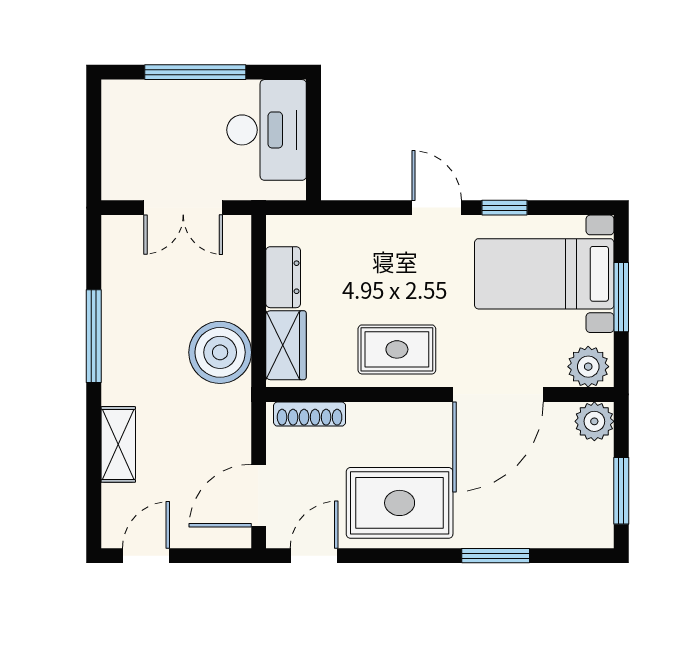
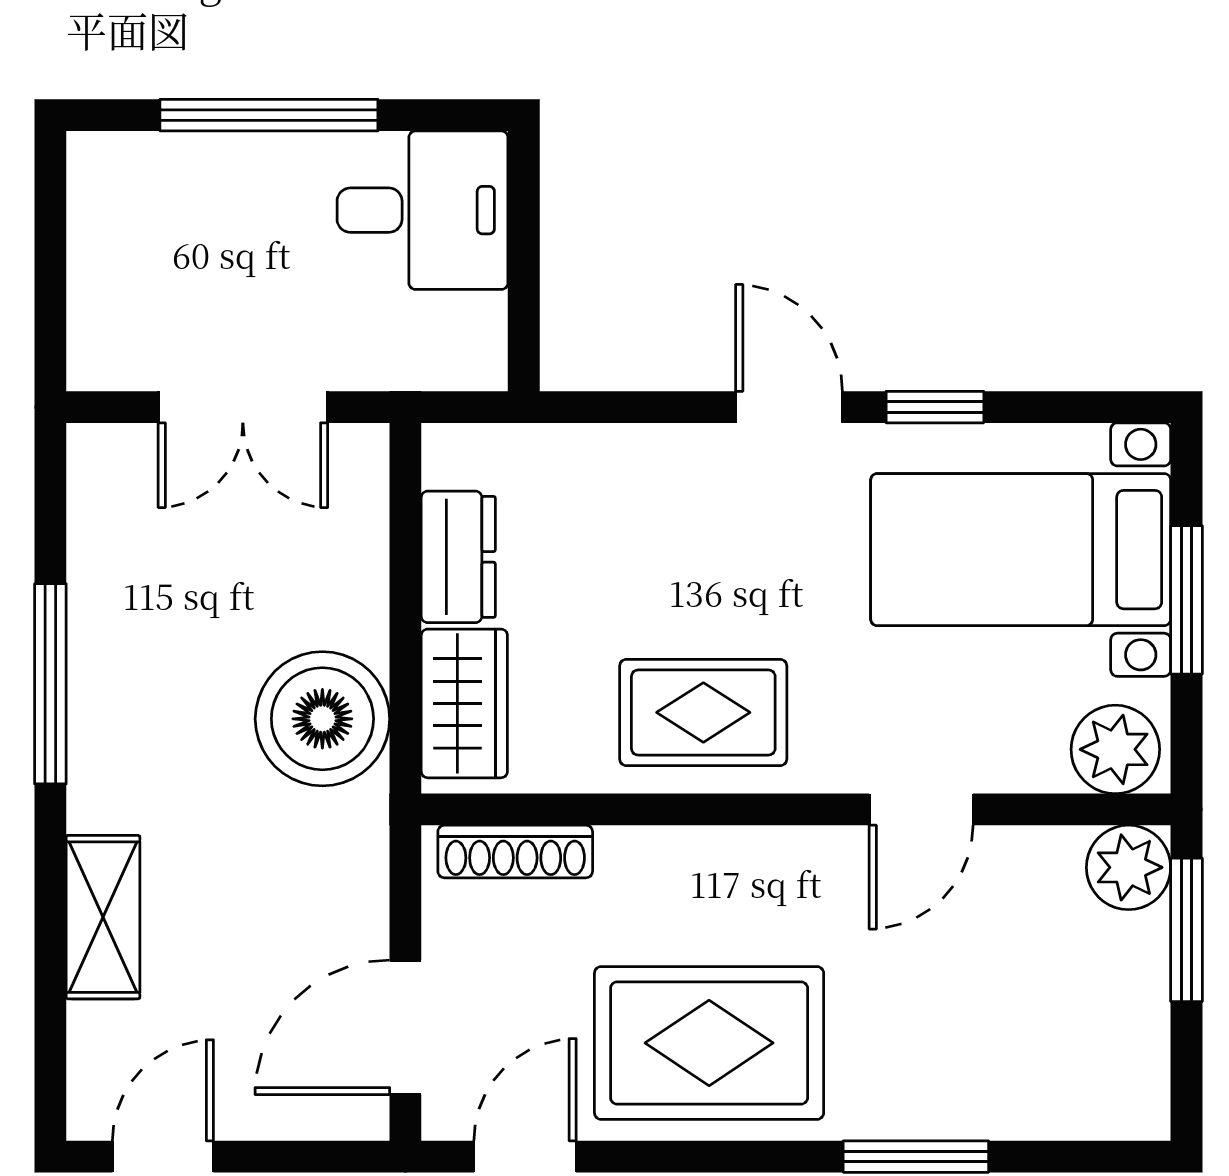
desk: (267, 130) -> (423, 210), width x0.73
door: (498, 394) -> (921, 809), width x0.53
window: (621, 491) -> (1187, 930), moved

